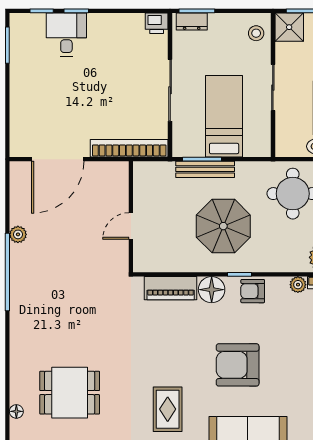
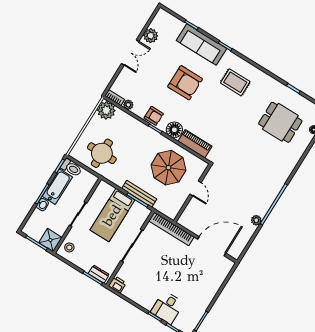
door: (131, 226) -> (195, 188), hinge flipped
parasol: (223, 226) -> (168, 168), moved
rug: (168, 409) -> (235, 82), turned 90

